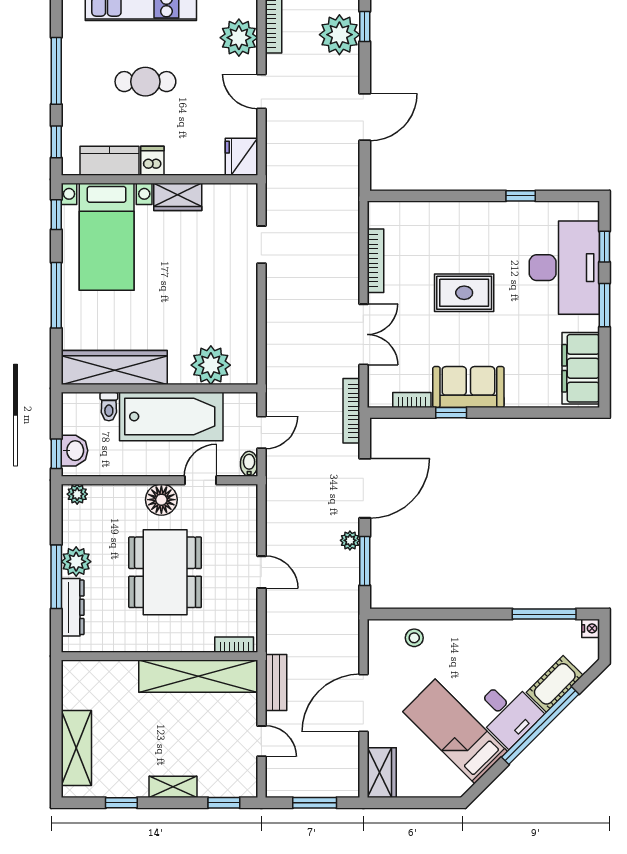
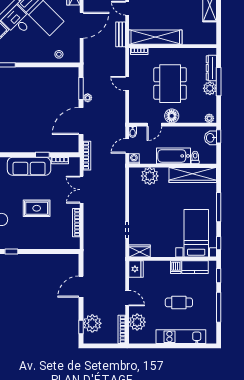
wardrobe: (178, 197) -> (139, 251), moved
sofa: (468, 387) -> (29, 166), width x1.36
washing machine: (246, 404) -> (134, 159), added
bathtub: (171, 417) -> (173, 156), width x0.73, depth x0.73

